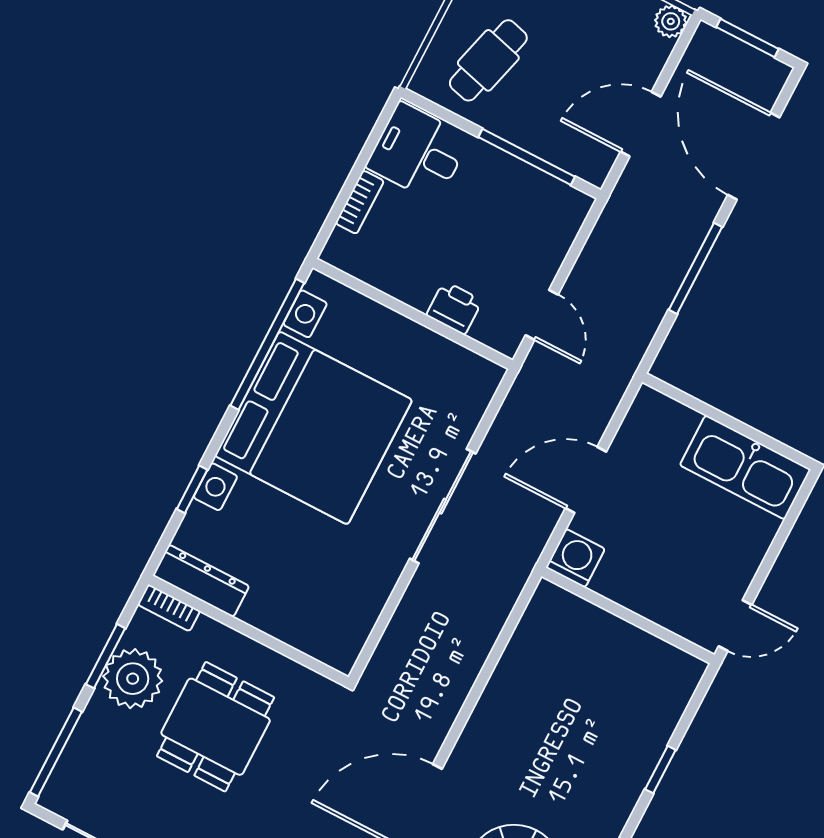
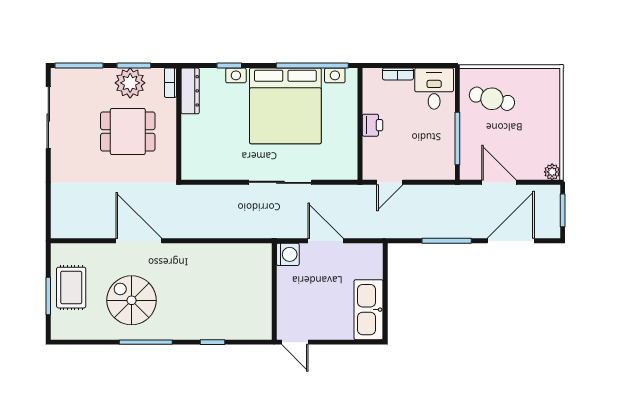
printer: (454, 308) -> (372, 125), moved

